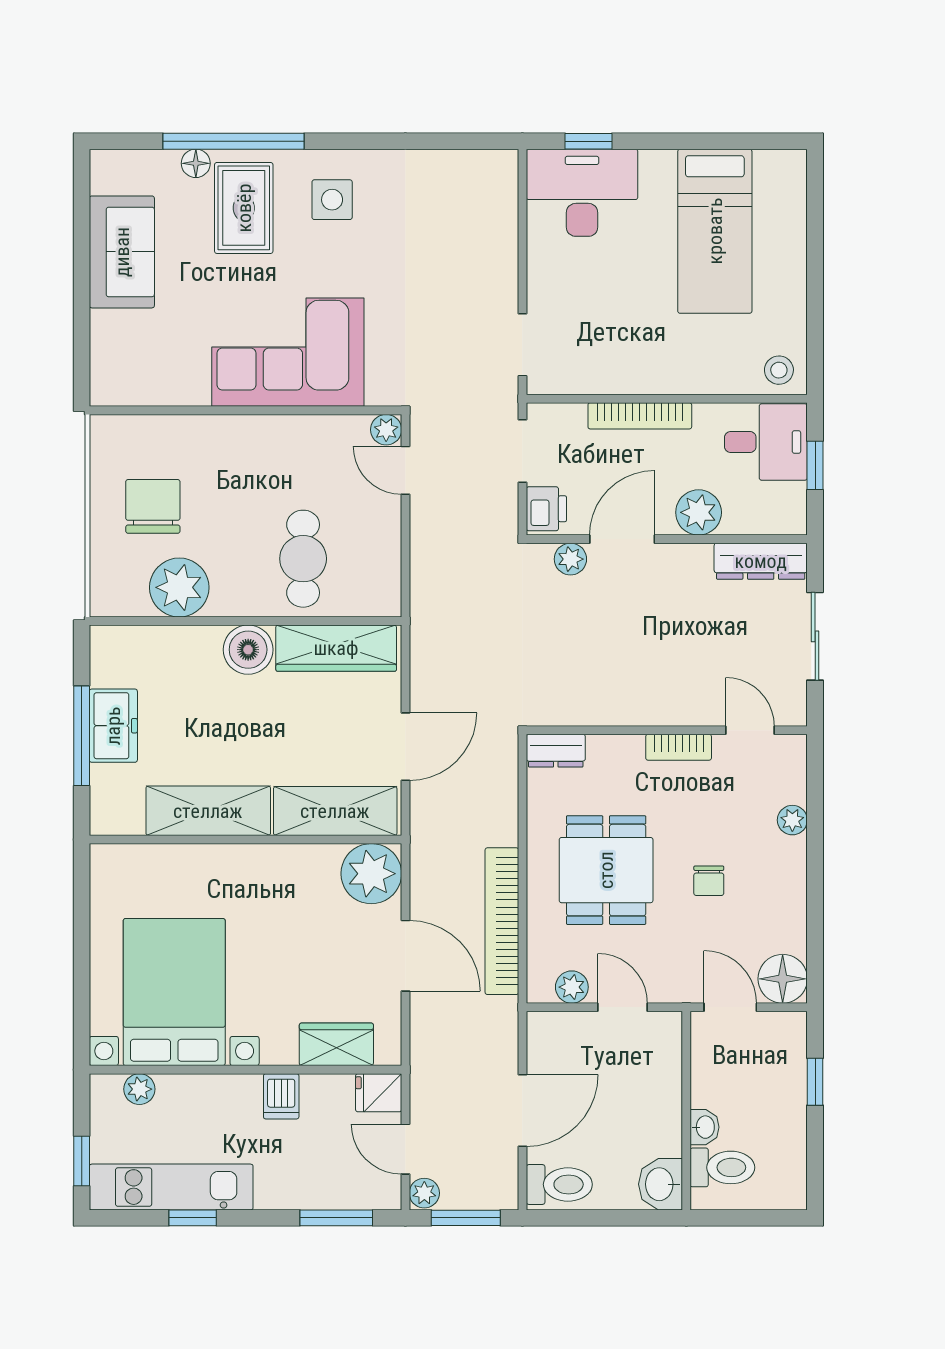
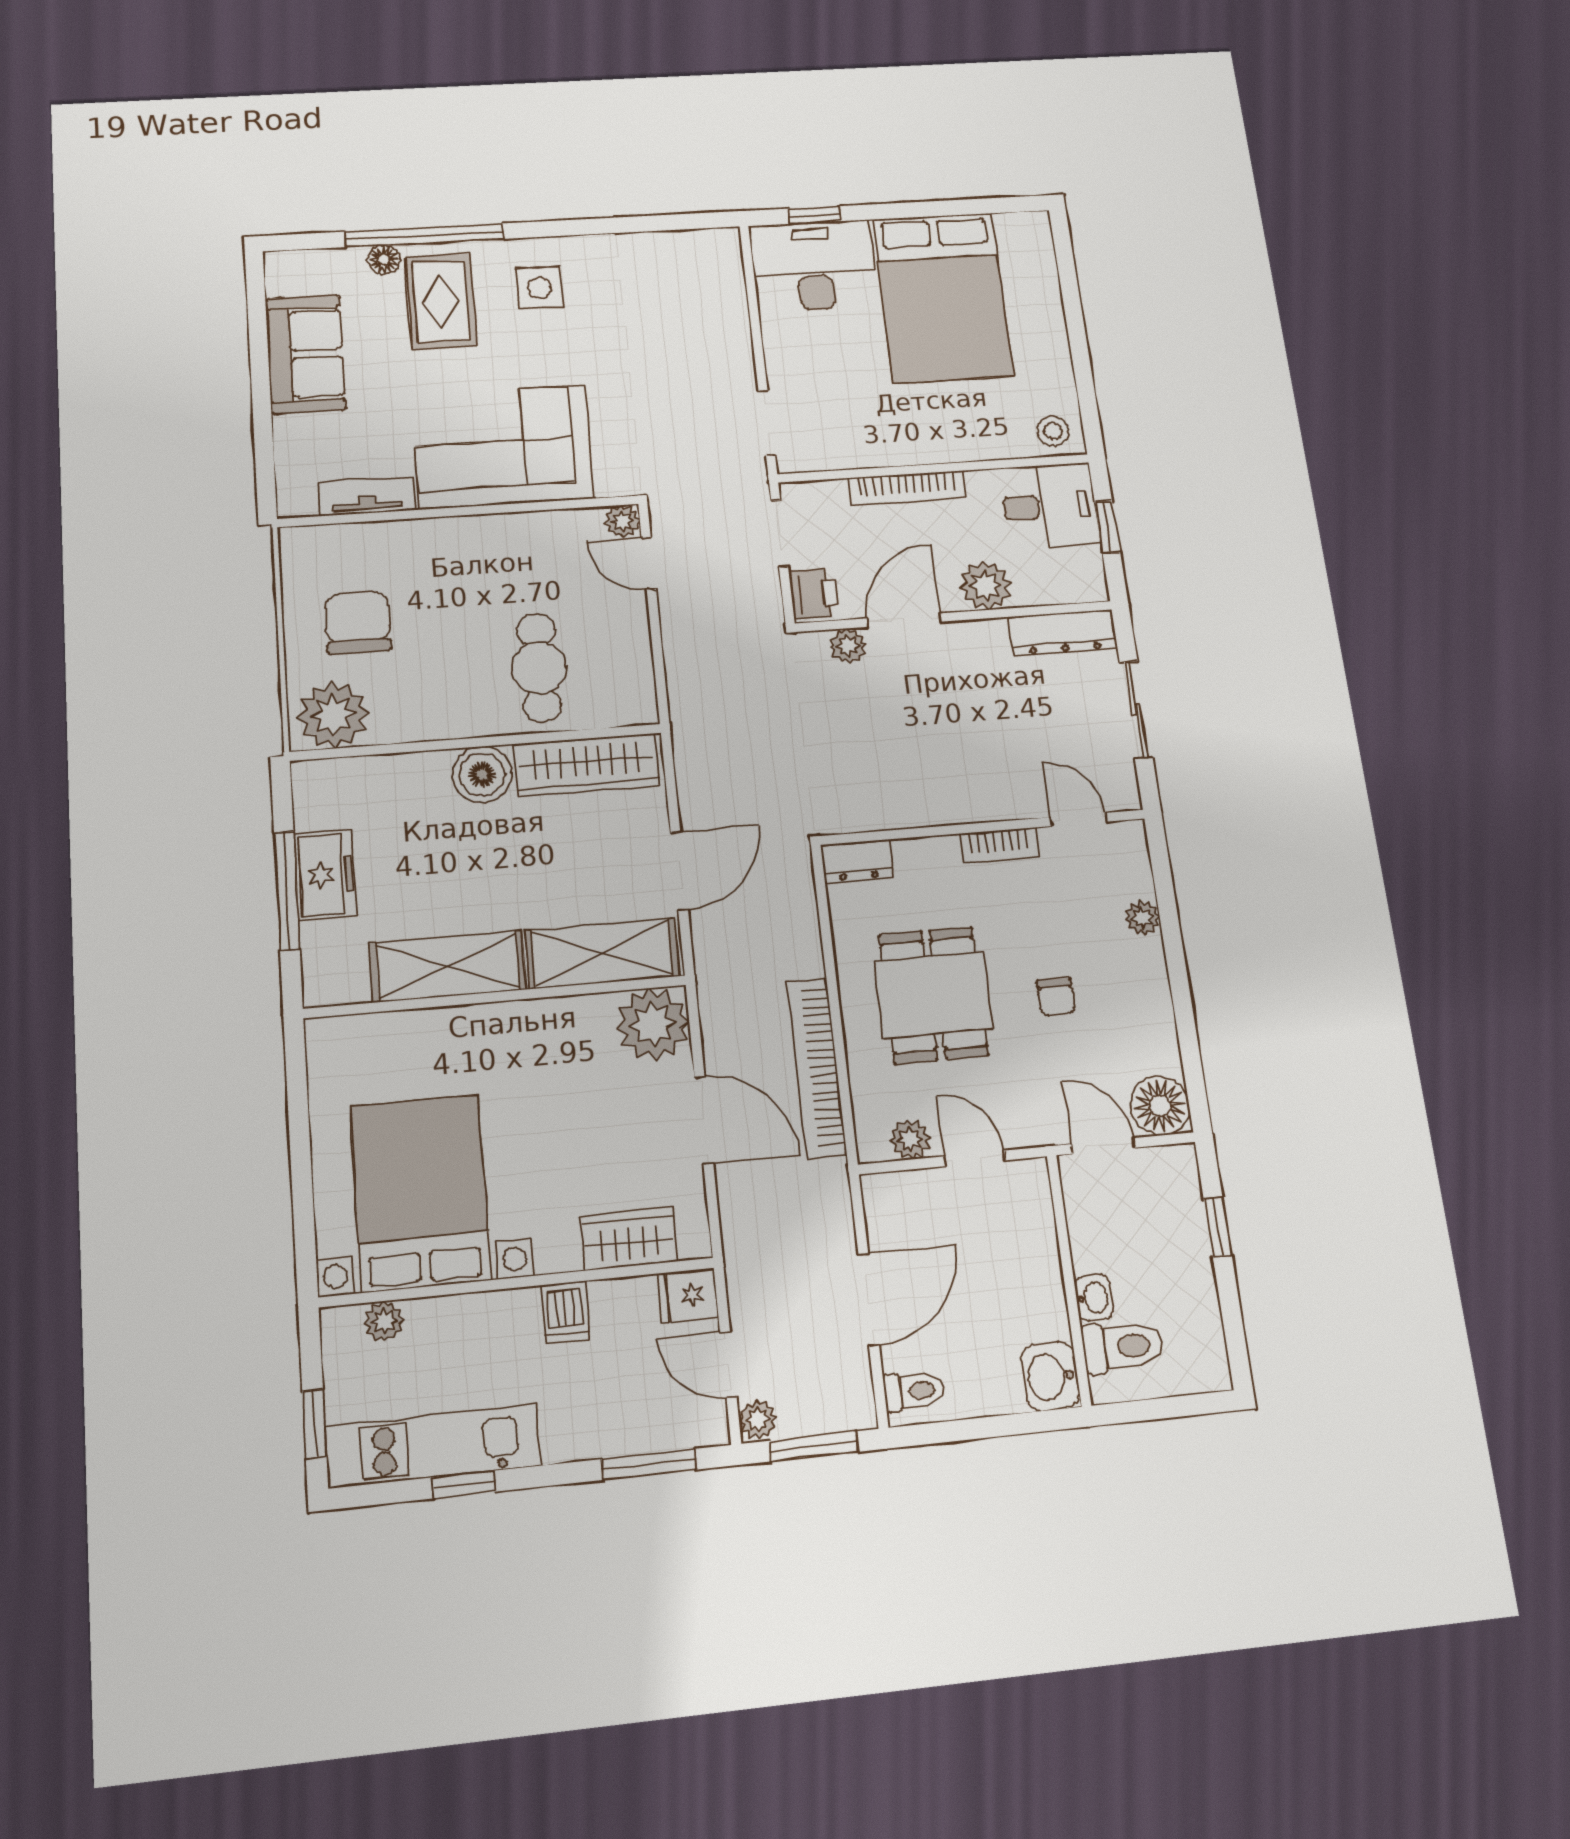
bed: (715, 231) -> (943, 297), width x1.50
tv unit: (167, 391) -> (367, 496), added
plant: (179, 587) -> (333, 715), moved
toilet: (559, 1184) -> (914, 1391), width x0.73, depth x0.72

